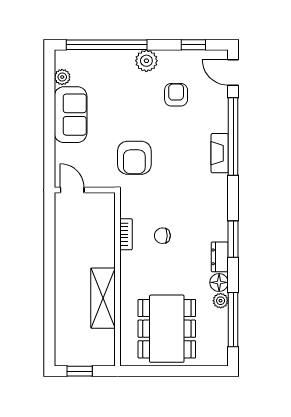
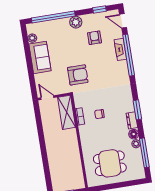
fireplace: (220, 153) -> (120, 49), moved
armchair: (134, 158) -> (78, 75), turned -90
shelving: (103, 298) -> (67, 112), moved
dining table: (167, 329) -> (110, 163), width x0.73

